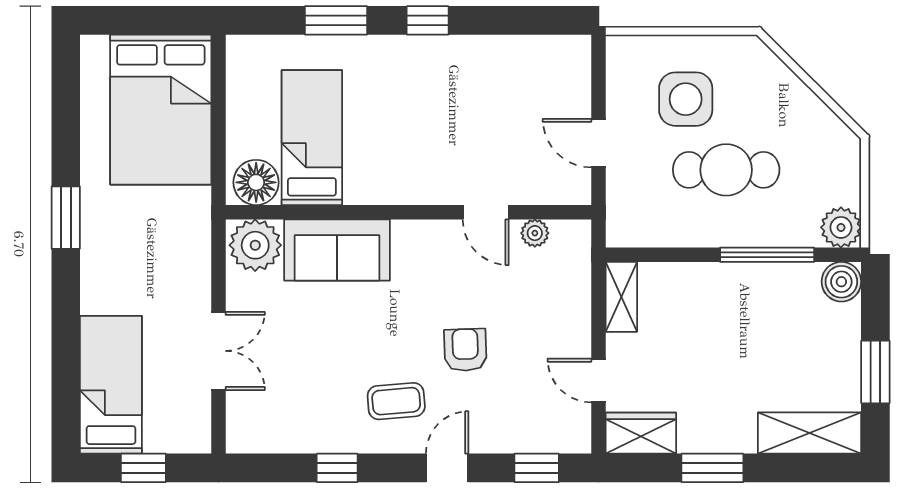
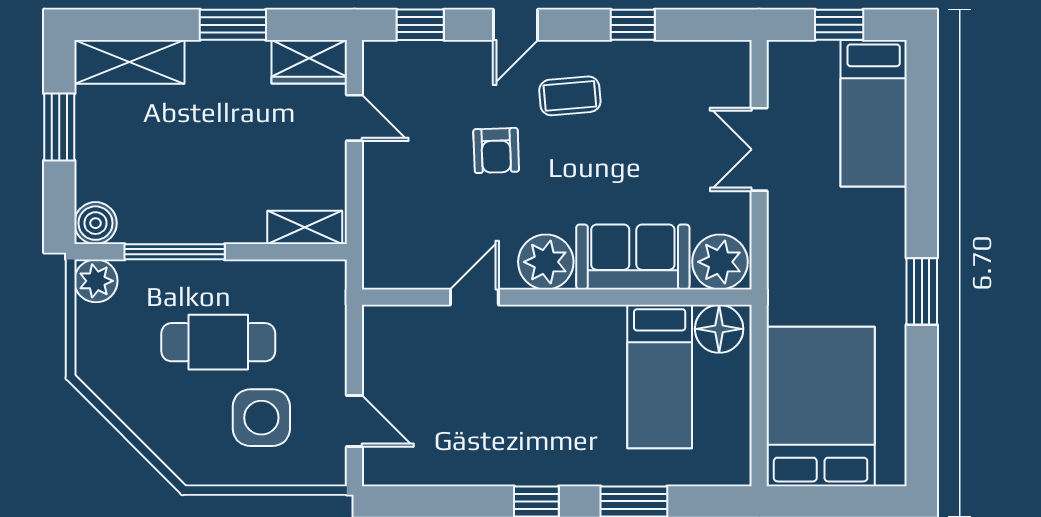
door: (598, 143) -> (354, 421), moved
door: (486, 212) -> (474, 297), hinge flipped
plant: (535, 233) -> (546, 262), moved, width x1.88, depth x1.88
shelving: (621, 297) -> (305, 227), moved, turned 90

